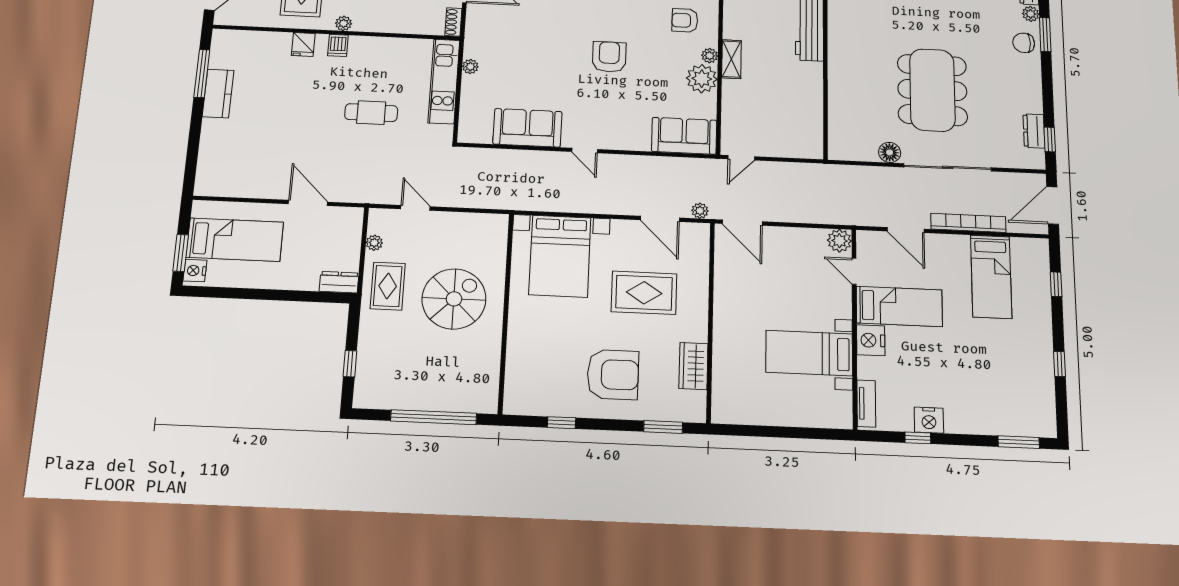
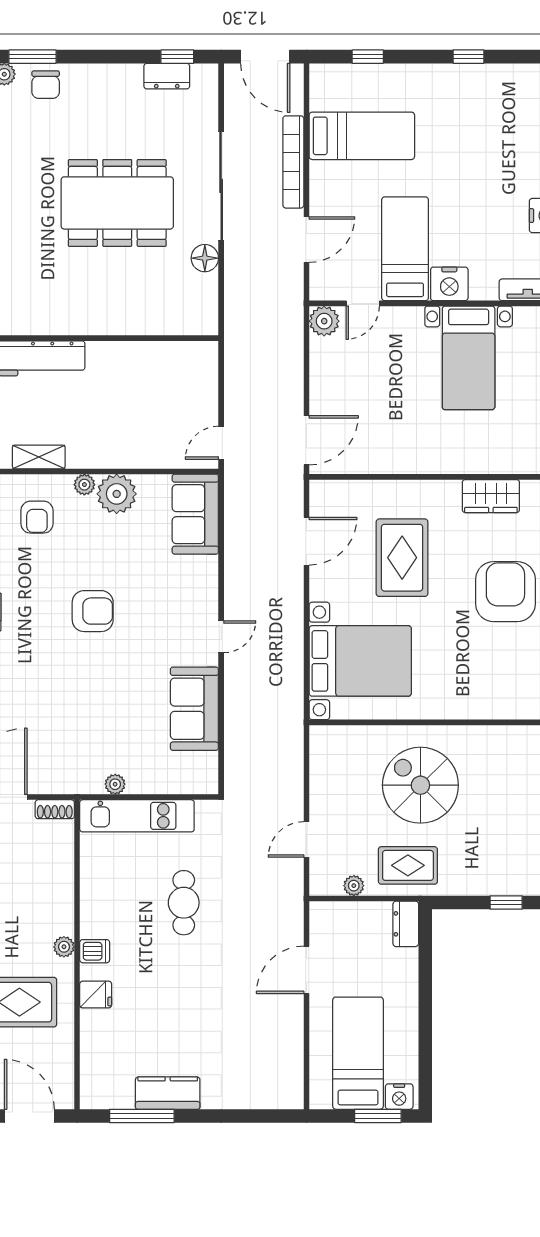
armchair: (609, 57) -> (93, 611), turned 180
shelving: (731, 59) -> (39, 457), moved
door: (741, 158) -> (221, 443), swing flipped
plant: (700, 211) -> (293, 493), removed

